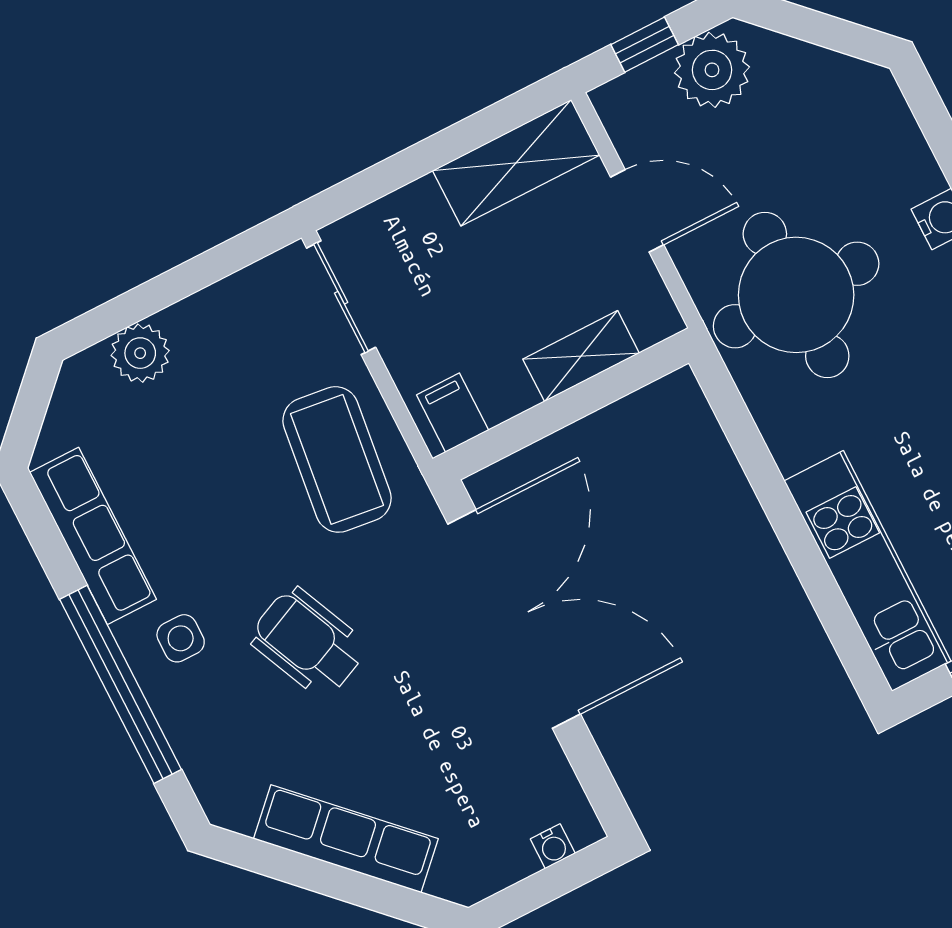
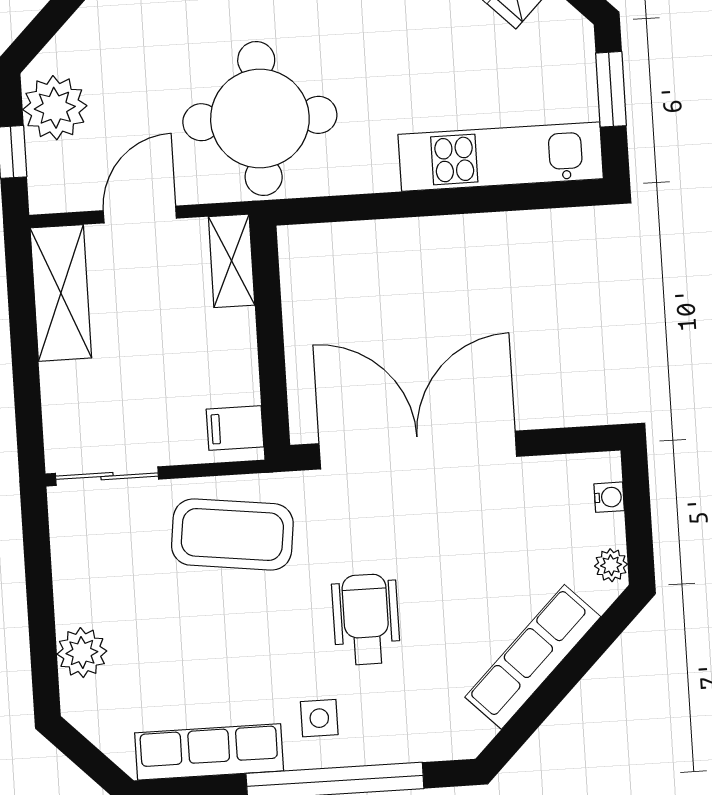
shelving: (581, 356) -> (232, 261), moved
wheelchair: (308, 642) -> (366, 619), turned 114
plant: (481, 880) -> (611, 565), added

